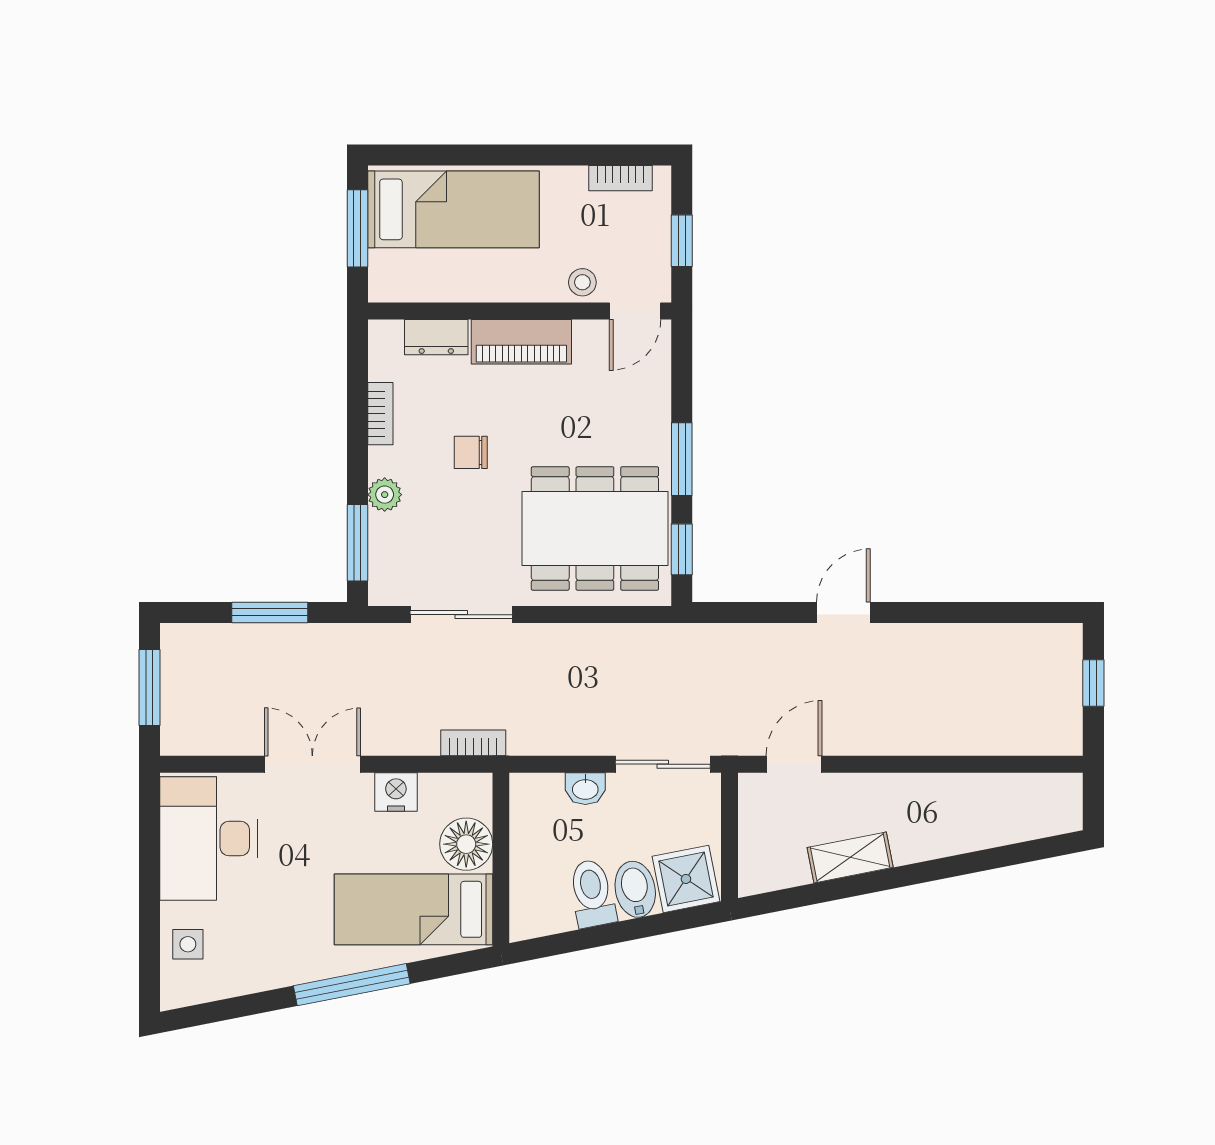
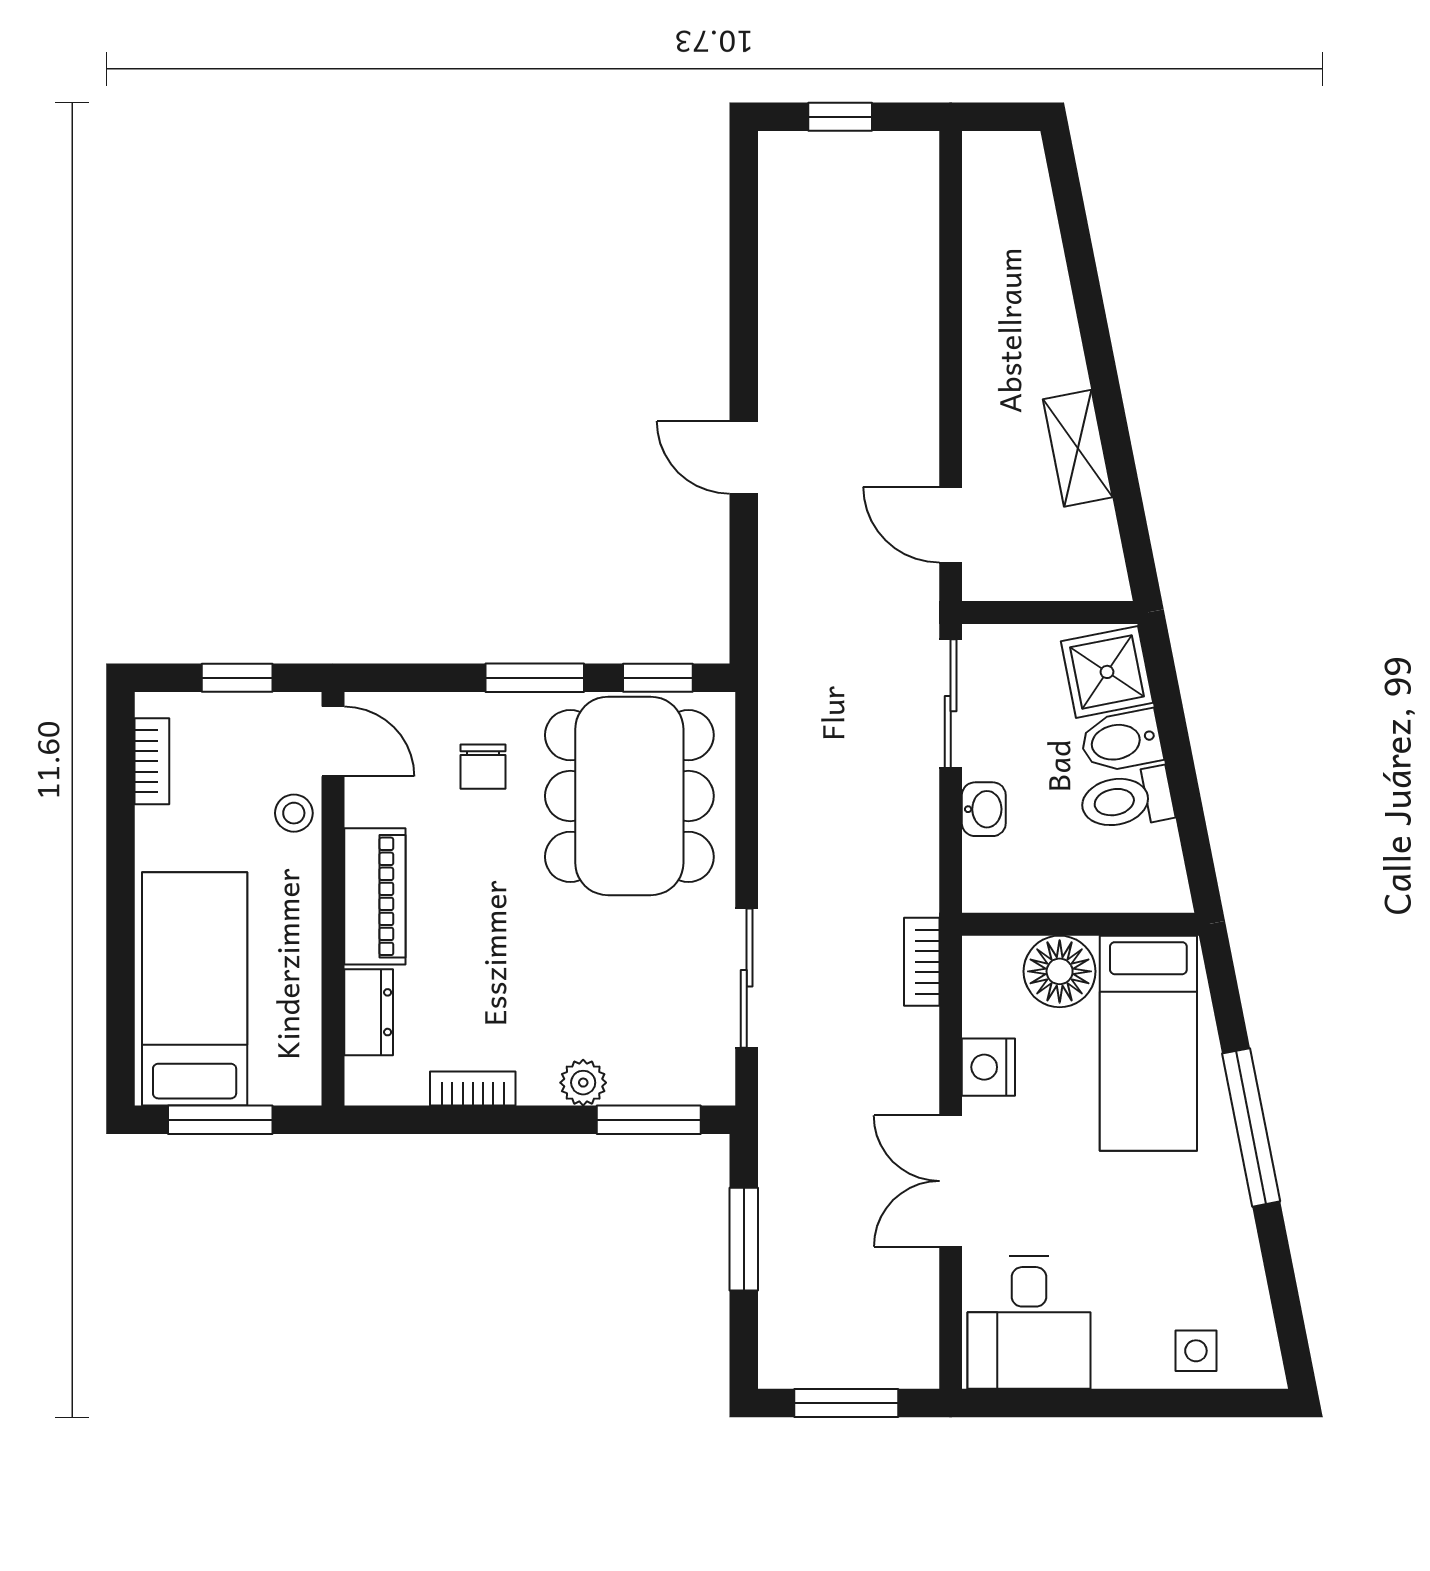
chair: (471, 452) -> (483, 767), moved
desk: (209, 839) -> (1029, 1323), width x0.73

